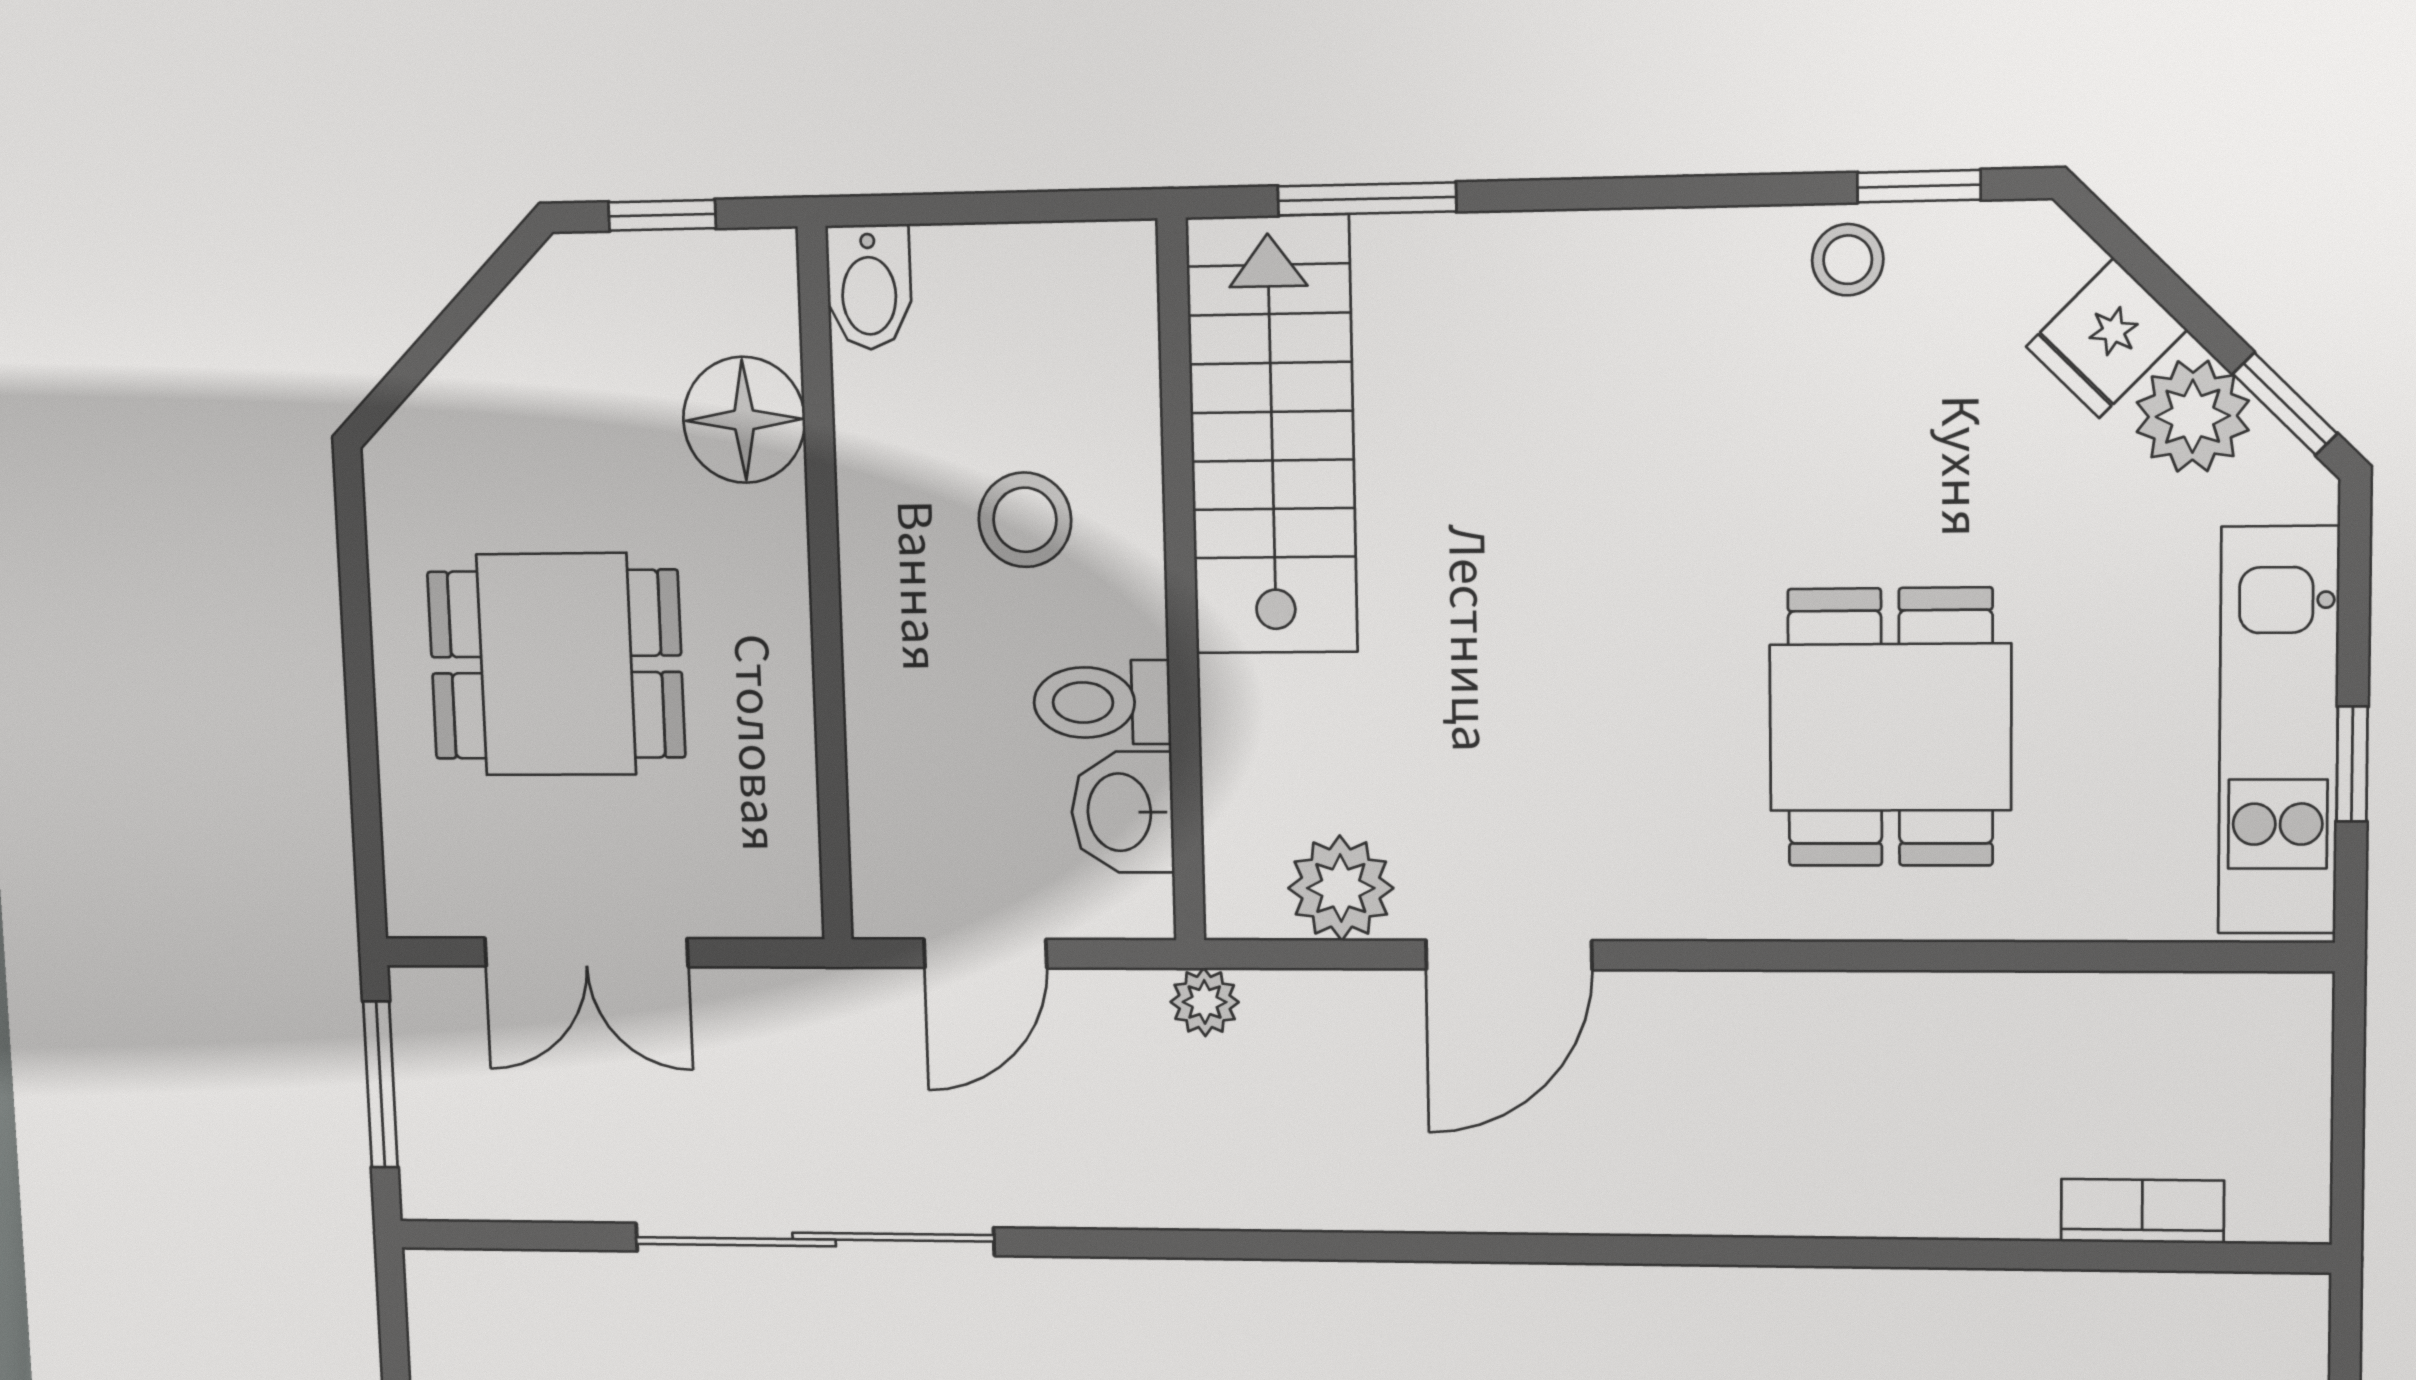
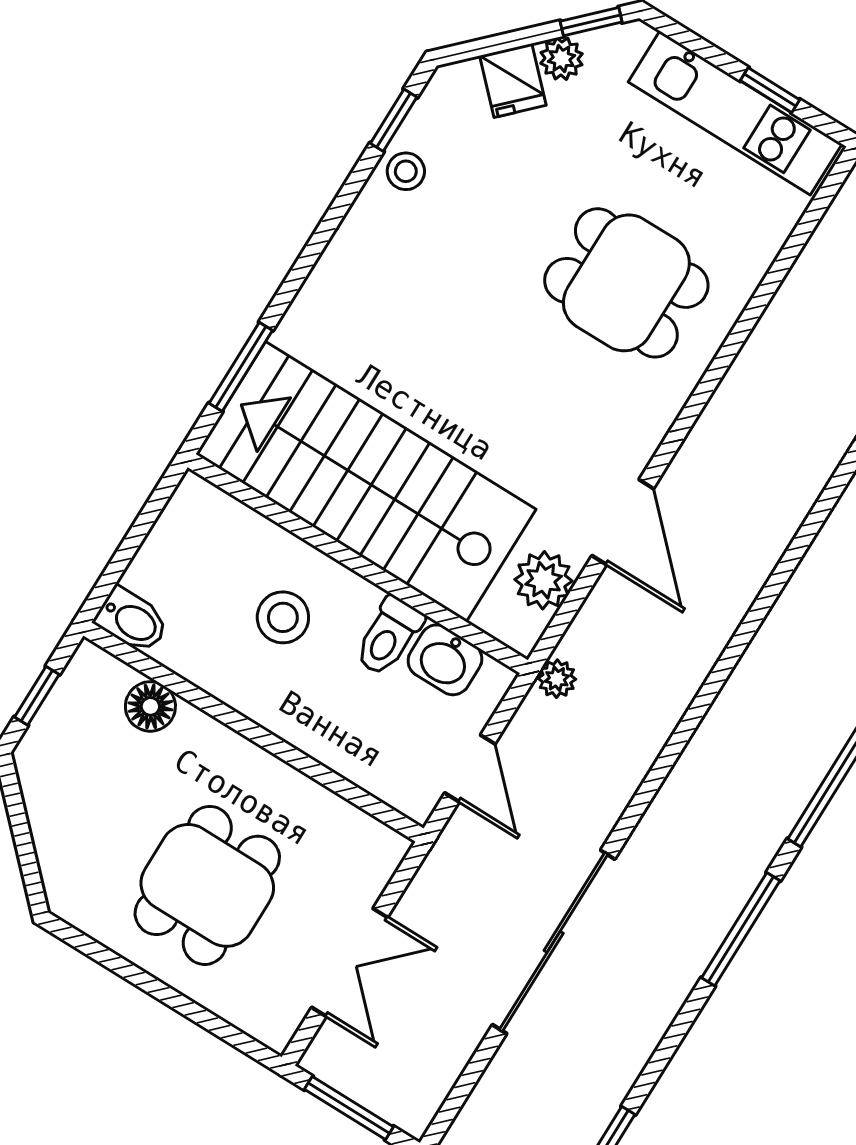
plant: (2193, 416) -> (561, 59), width x0.73, depth x0.73
floor lamp: (744, 420) -> (150, 706), width x0.73, depth x0.73
stairs: (1272, 436) -> (366, 482), width x1.36, depth x1.51

